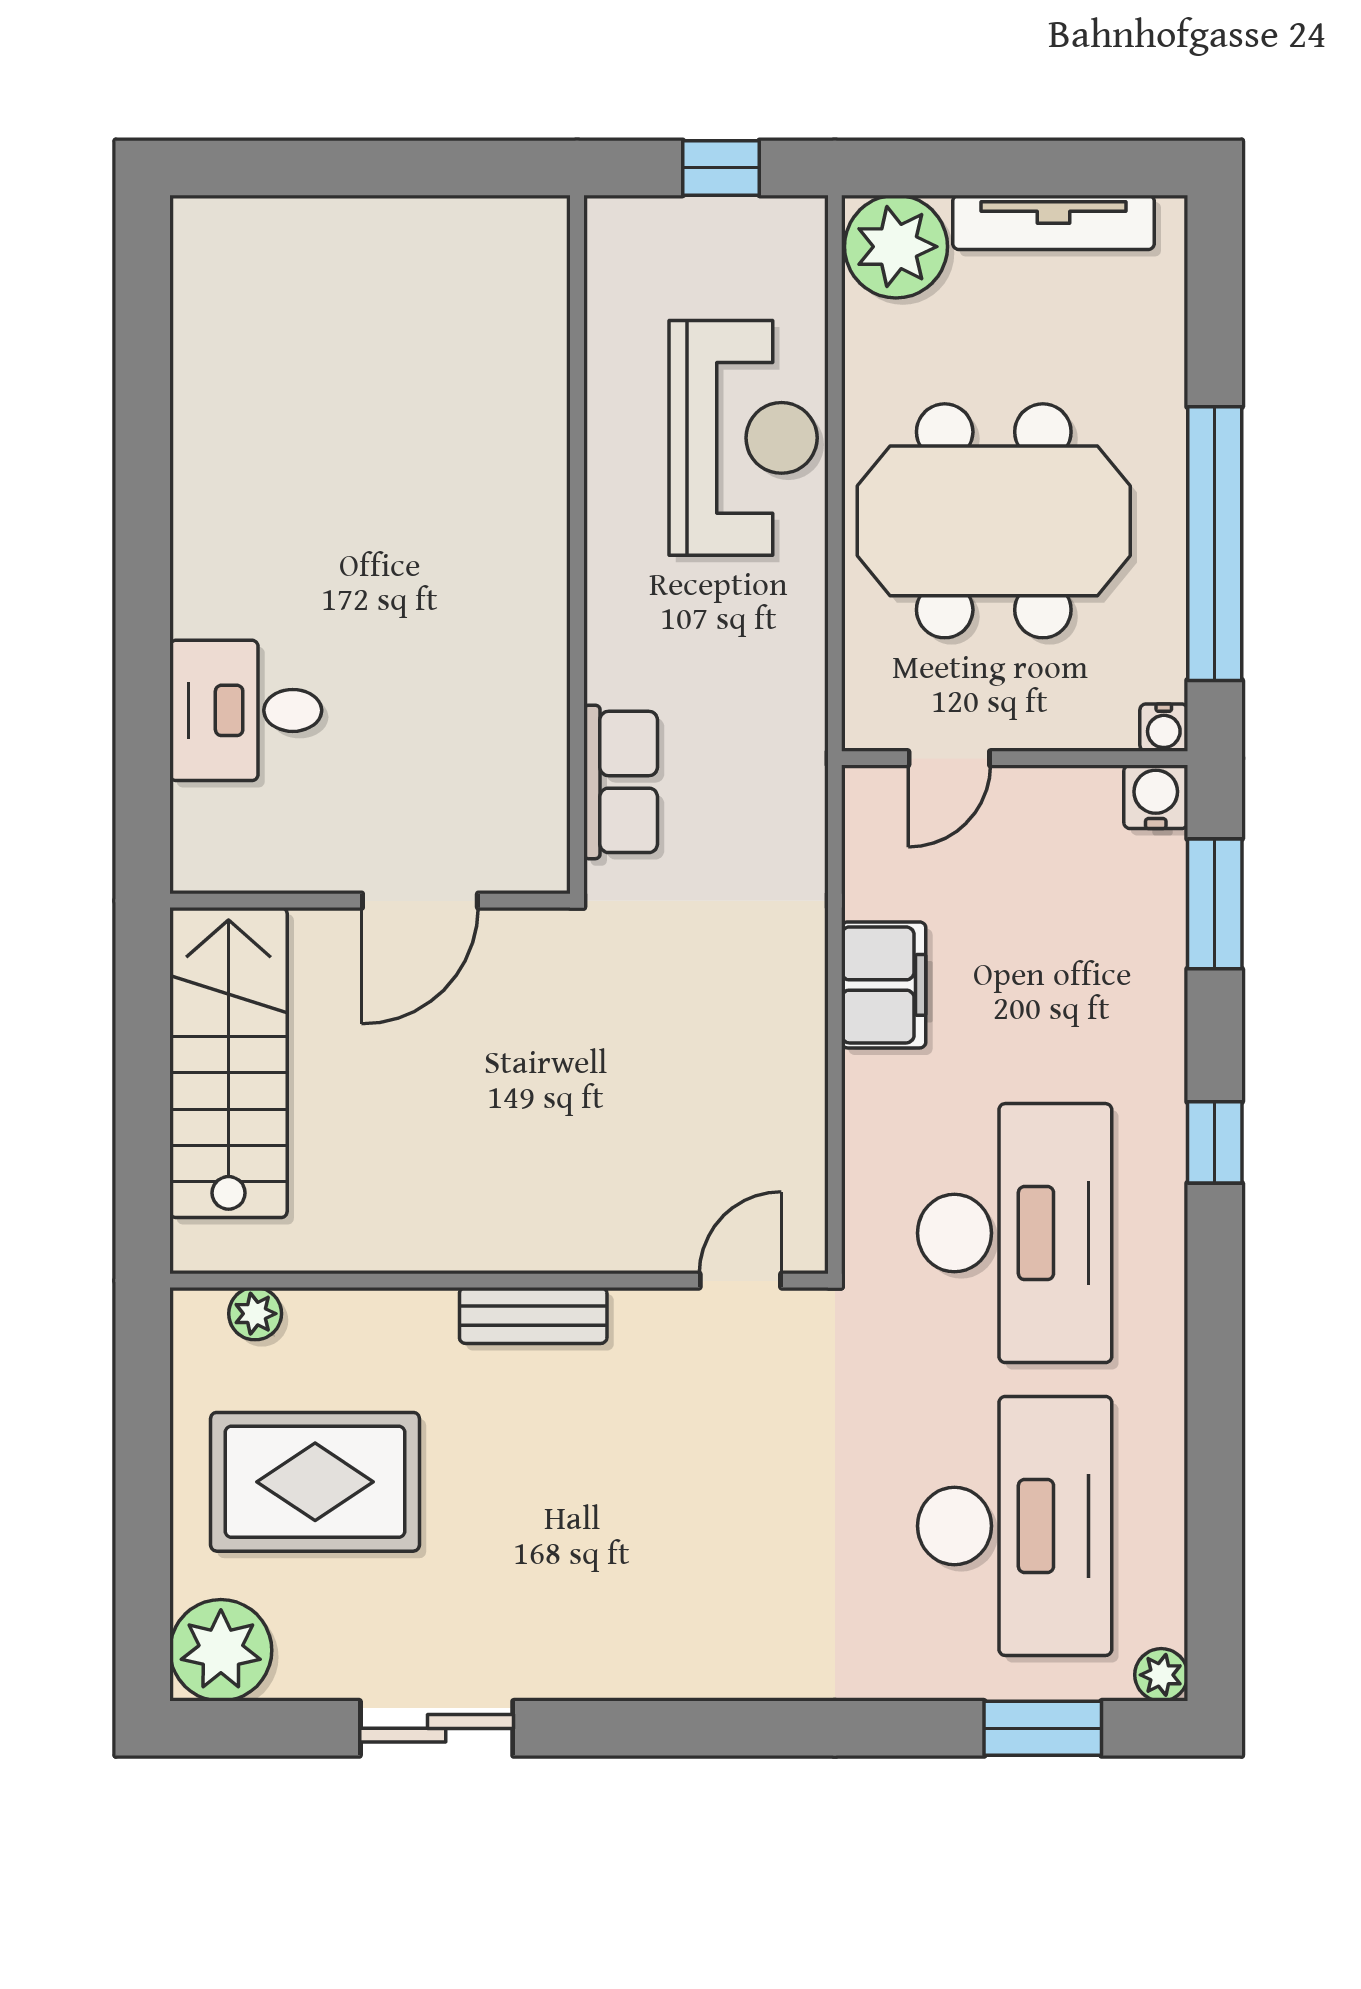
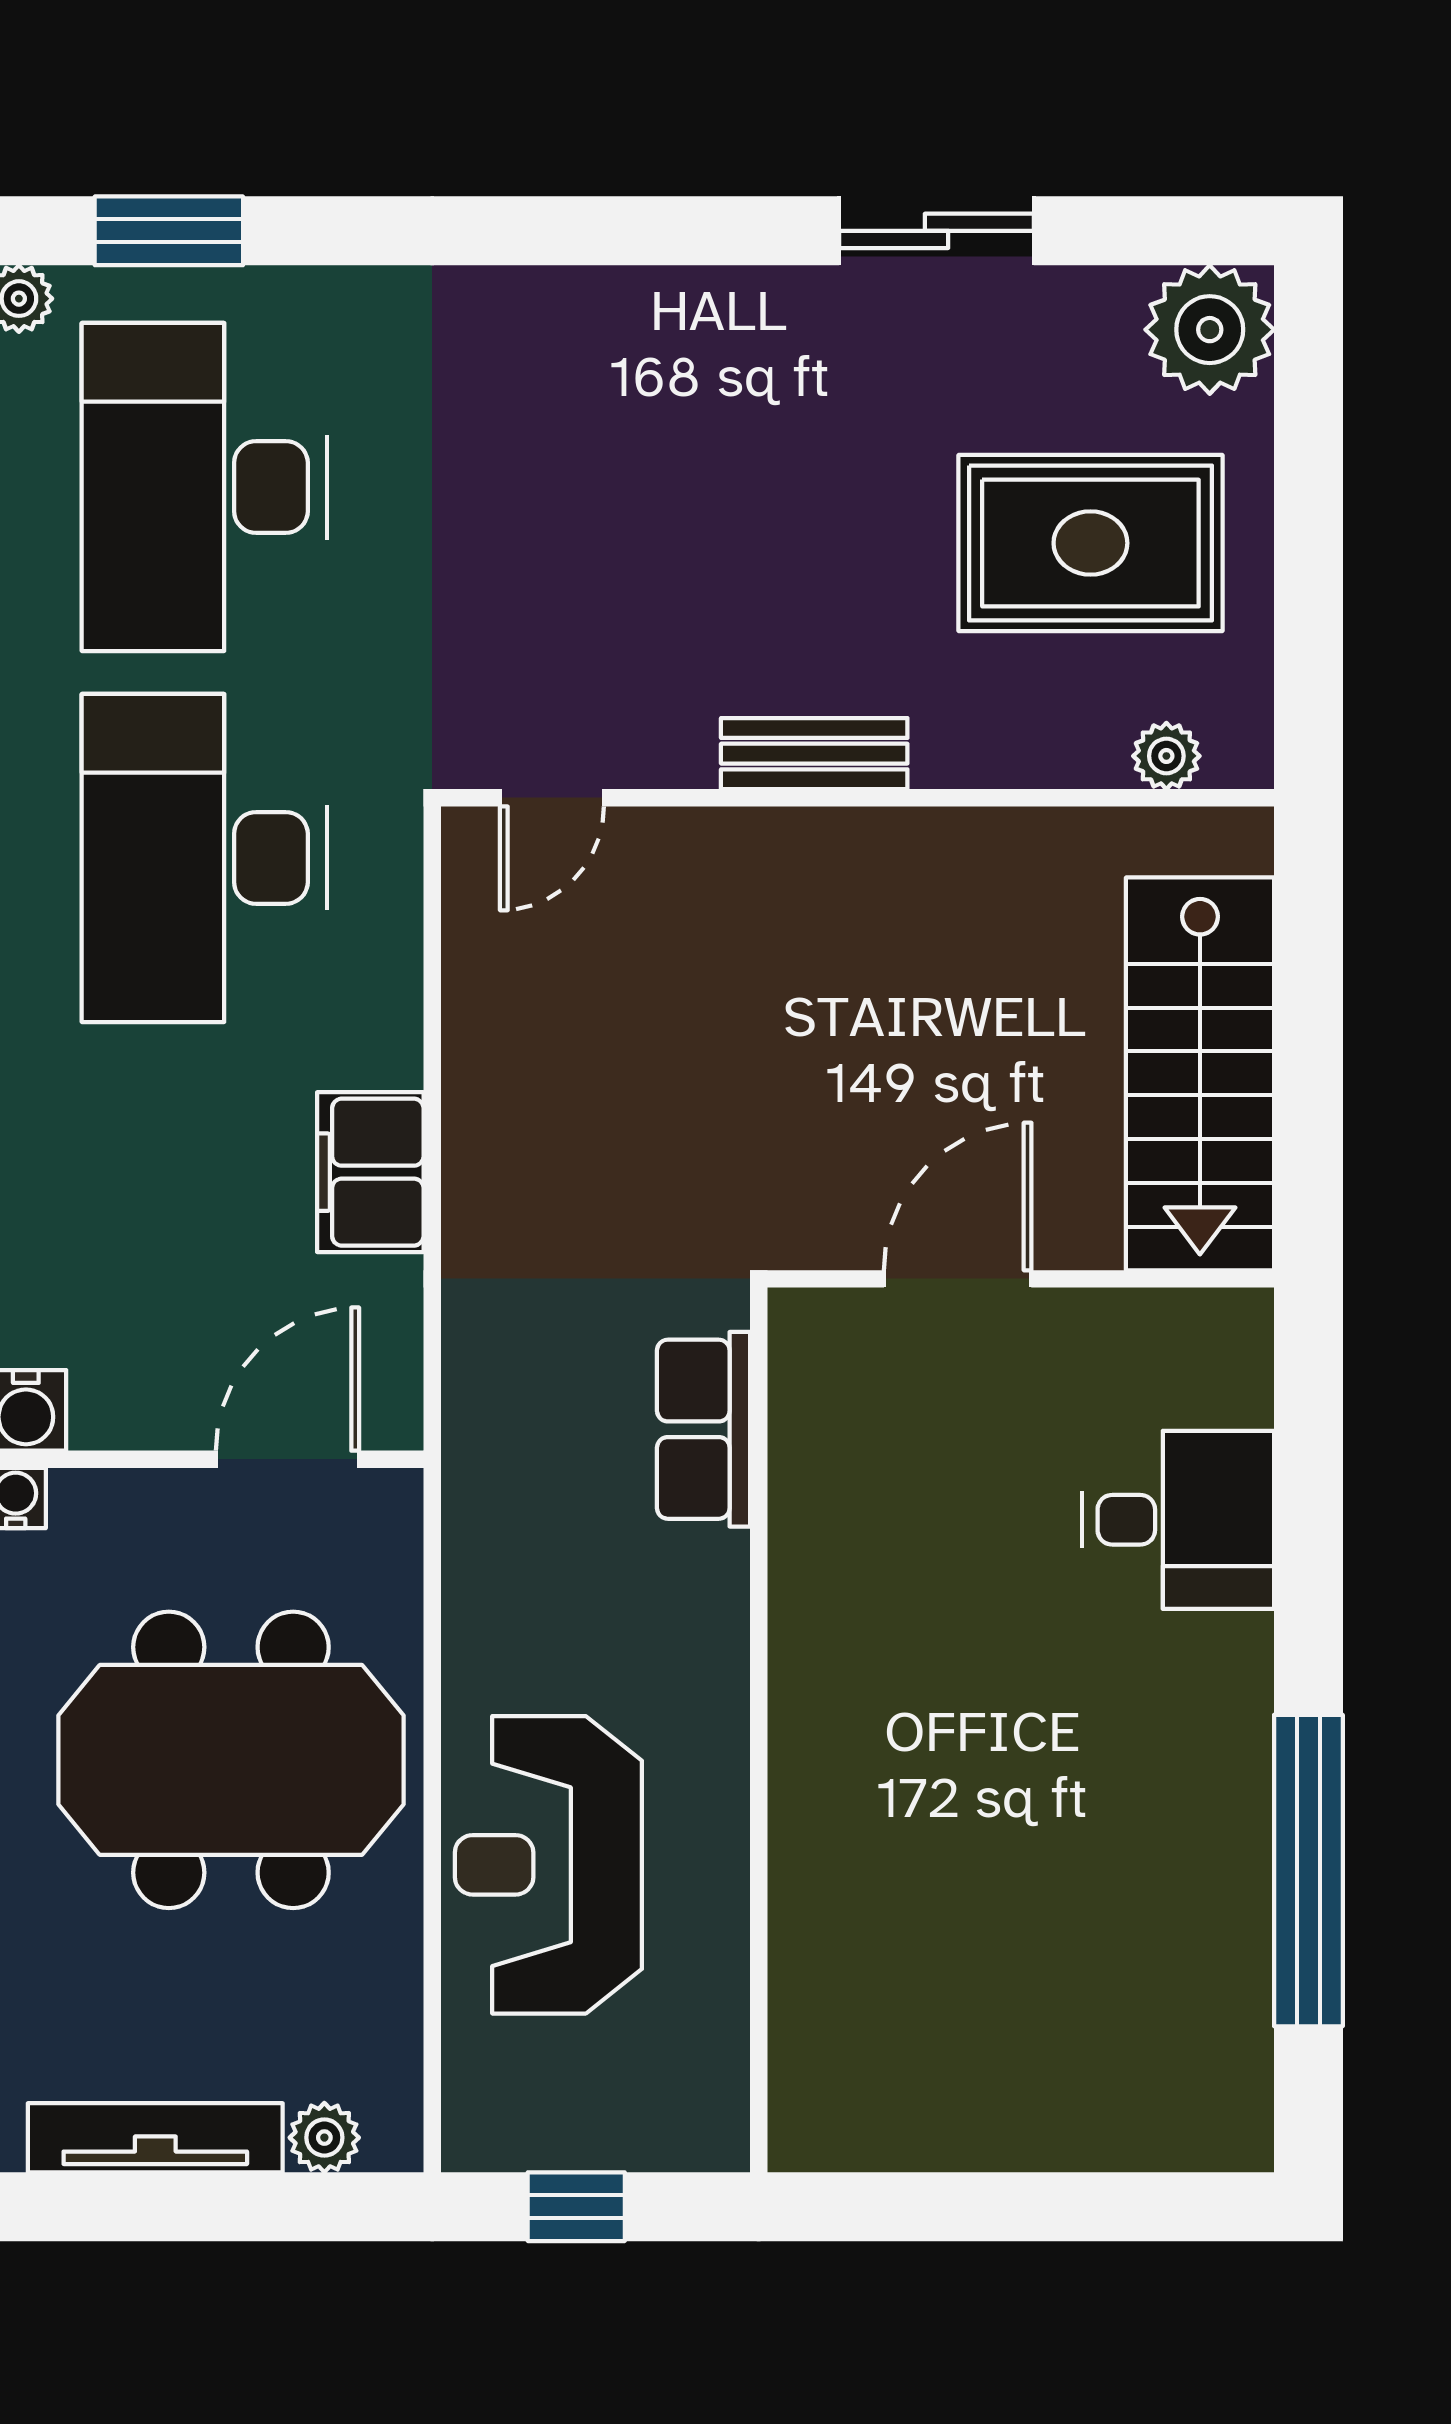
plant: (896, 247) -> (324, 2138), width x0.53, depth x0.53
window: (143, 433) -> (1308, 1871), added
door: (949, 758) -> (287, 1459), width x1.38

